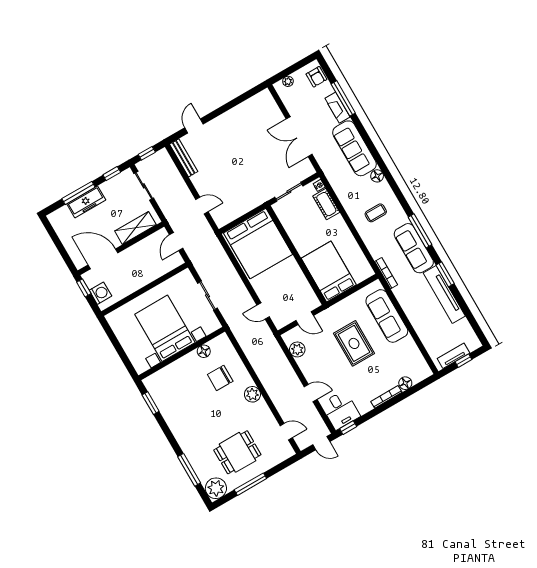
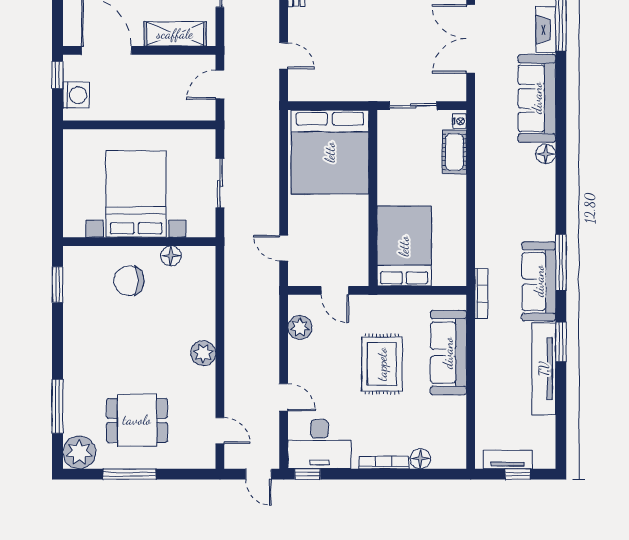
coffee table: (376, 213) -> (515, 203), removed
chair: (220, 378) -> (129, 281), moved
desk: (340, 410) -> (319, 444), width x1.37

